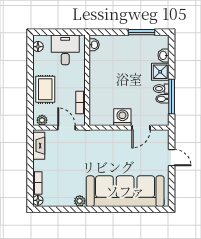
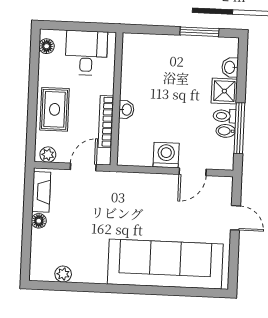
washbasin: (94, 45) -> (126, 110), moved
bookcase: (80, 102) -> (106, 122), width x1.56
door: (66, 128) -> (83, 167), hinge flipped
bookcase: (37, 183) -> (37, 246), removed
floor lamp: (38, 200) -> (39, 221), moved
plant: (80, 201) -> (63, 274), moved

